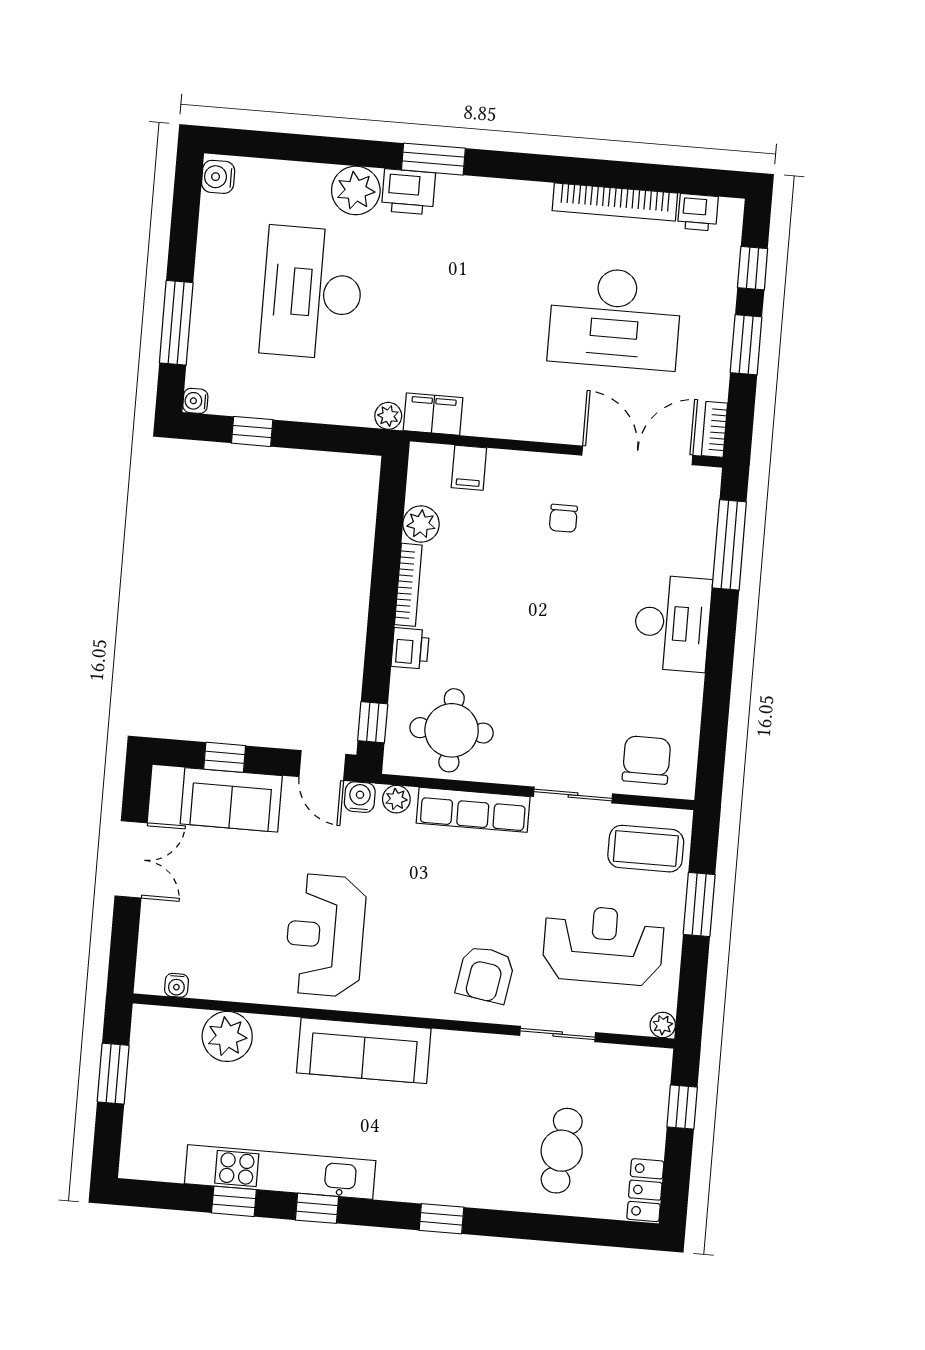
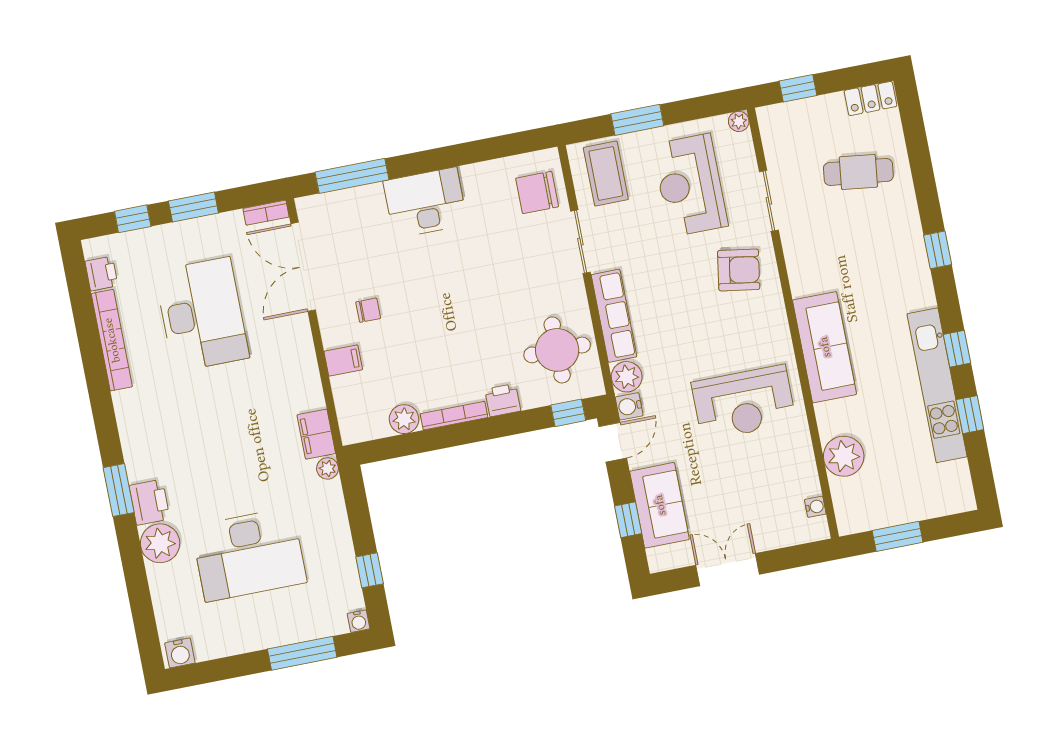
filing cabinet: (469, 468) -> (343, 360), moved
plant: (396, 799) -> (627, 377), width x1.38, depth x1.38

